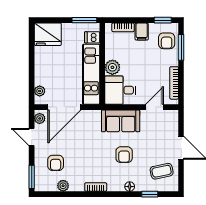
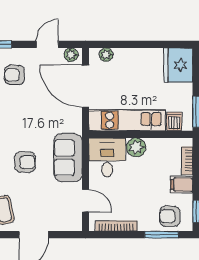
armchair: (124, 155) -> (25, 162), turned 180

